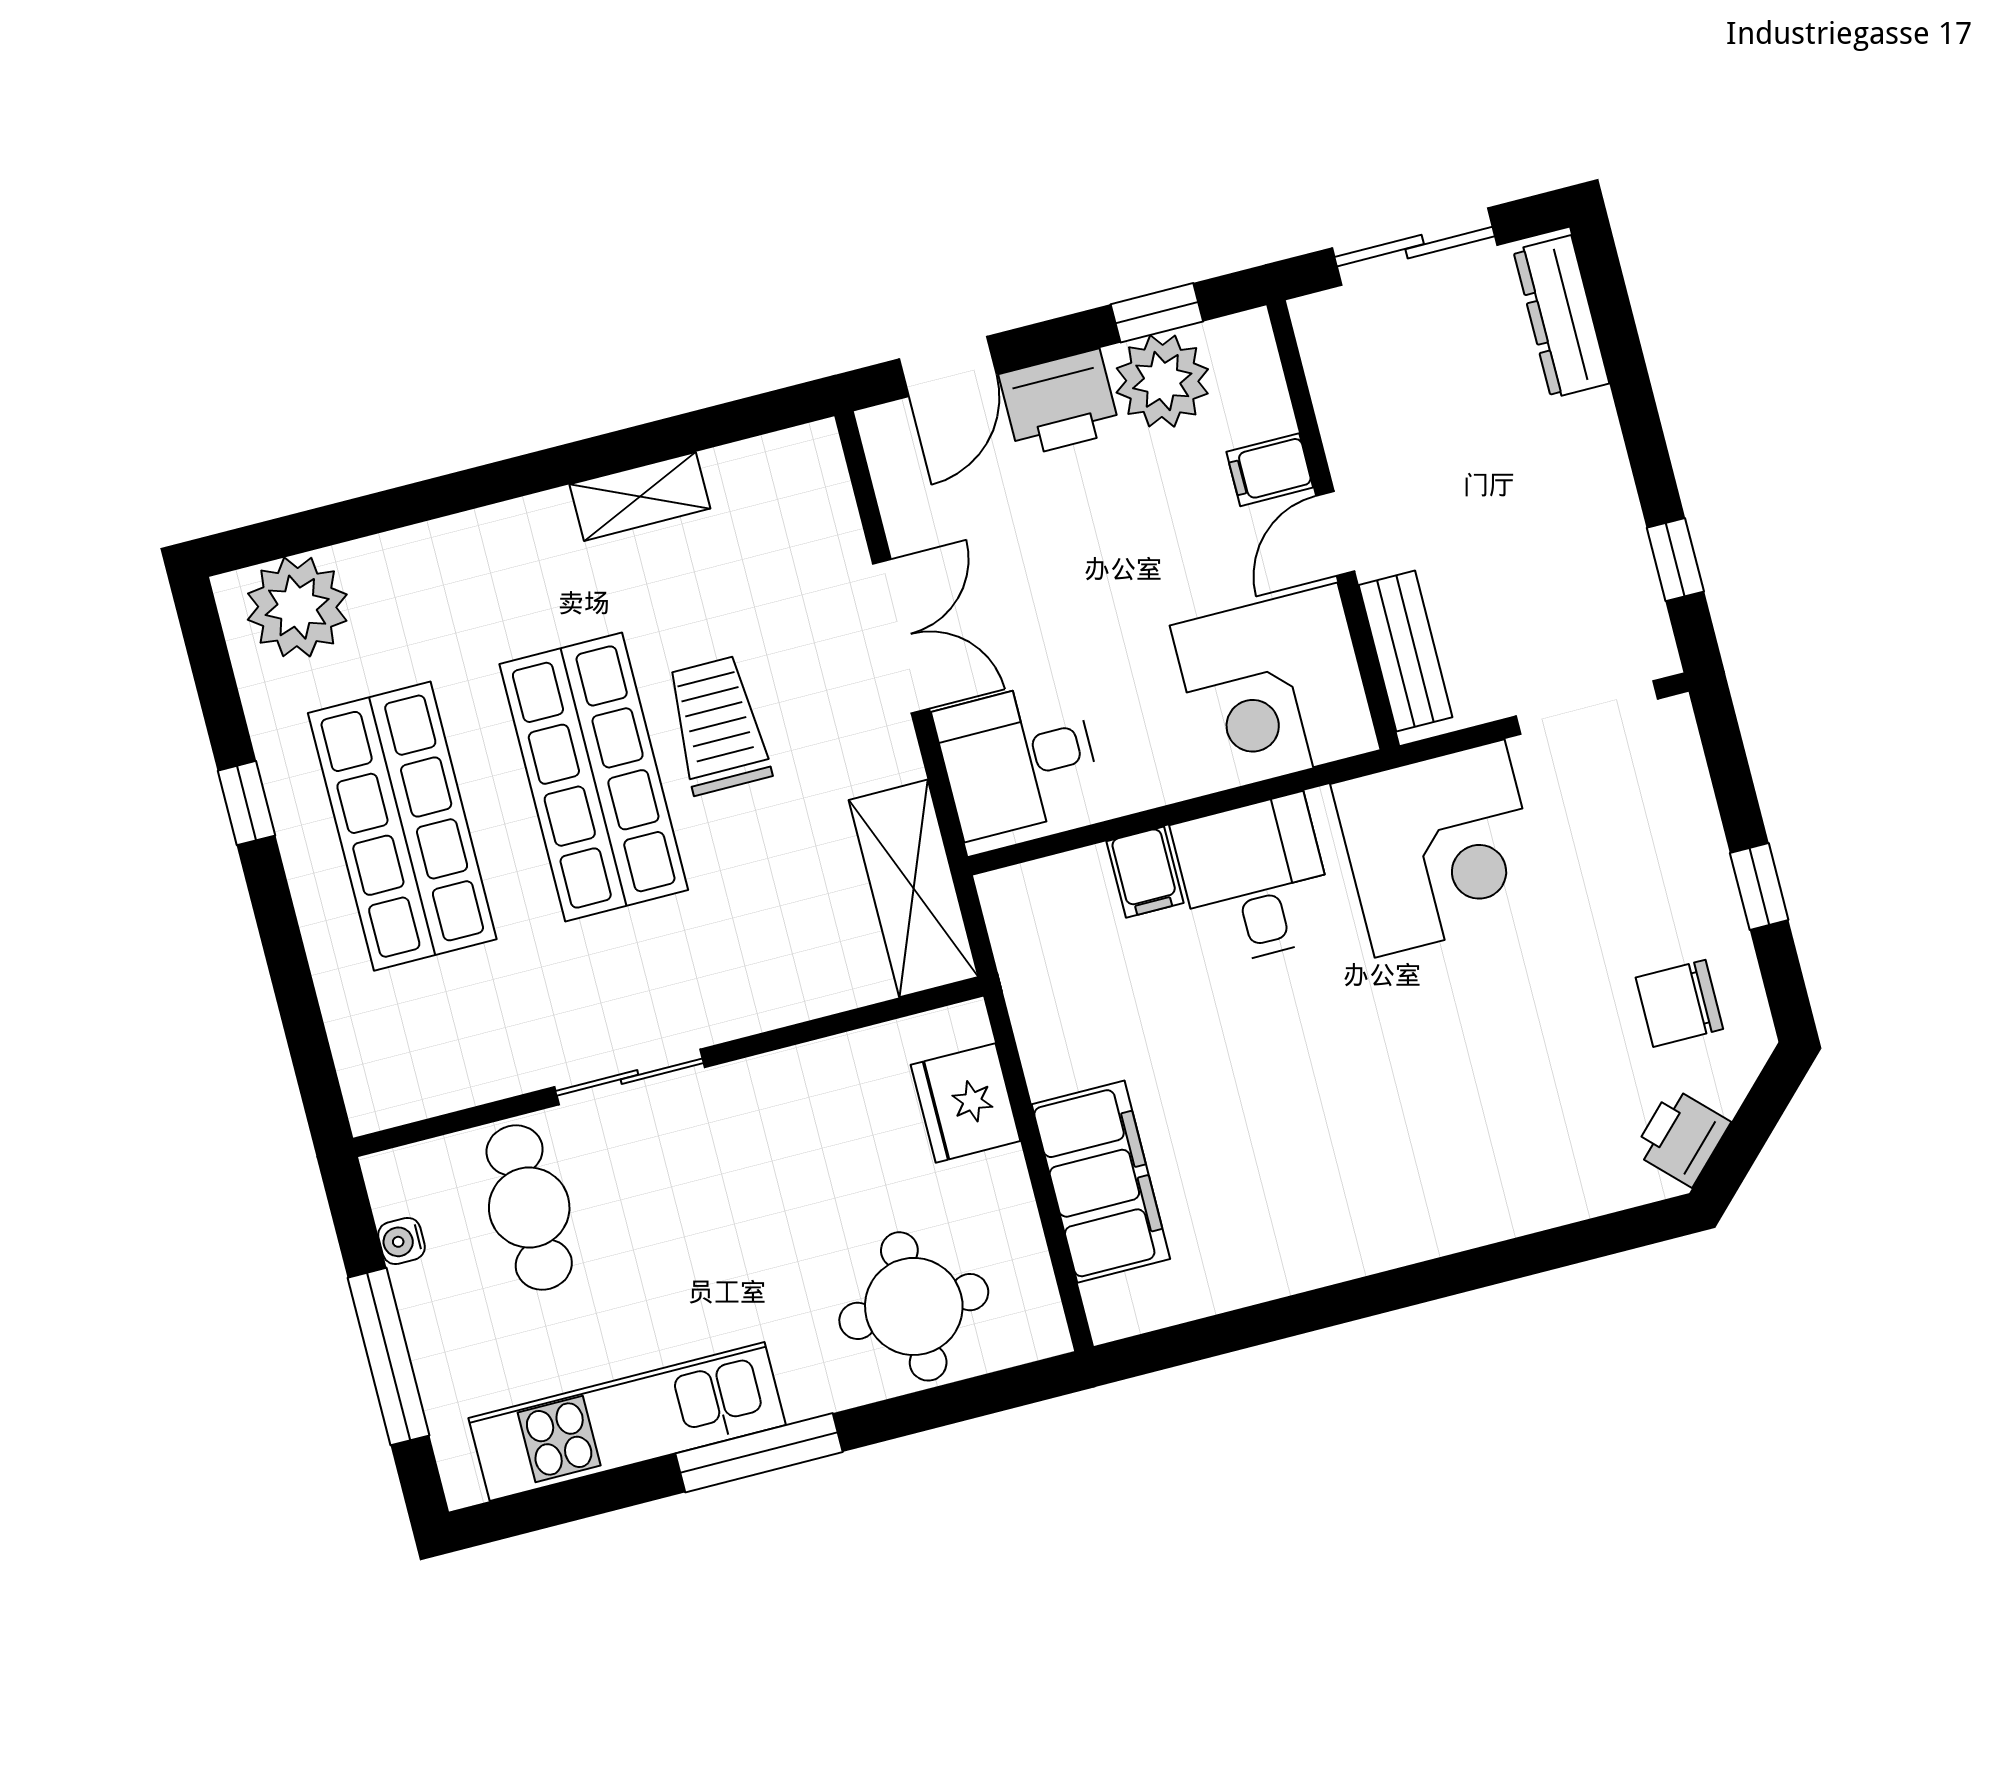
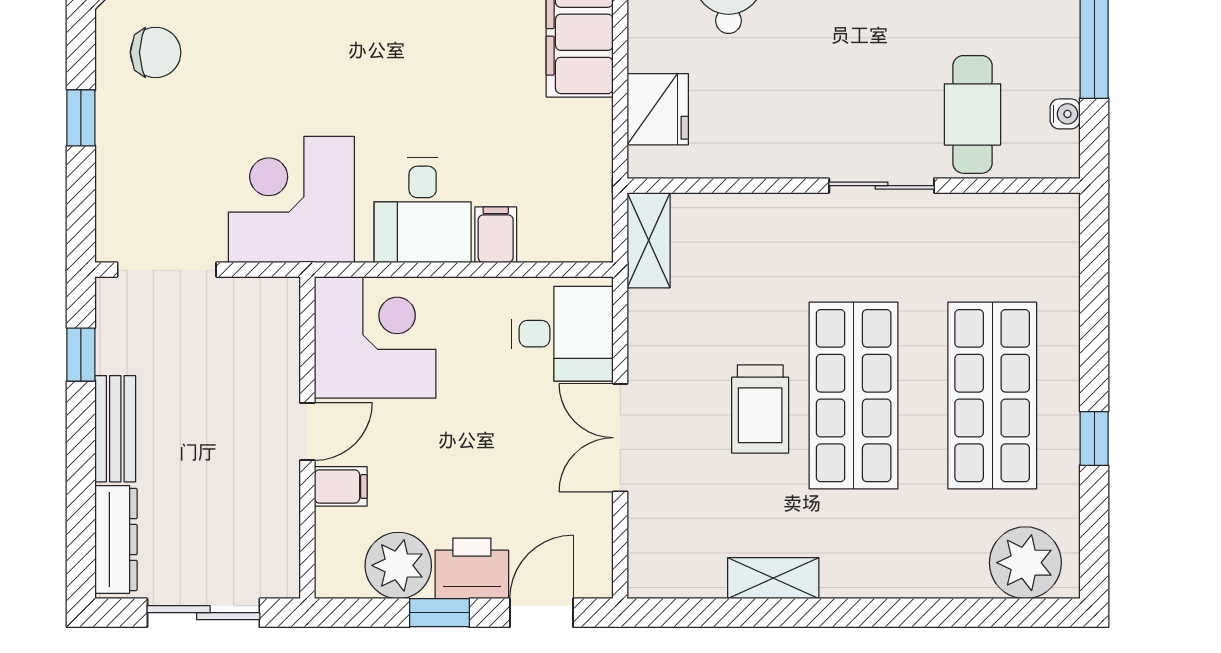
window: (1157, 313) -> (439, 613), moved
bench: (1406, 651) -> (115, 429), moved
shelving: (913, 888) -> (649, 240), width x0.67, depth x0.75

